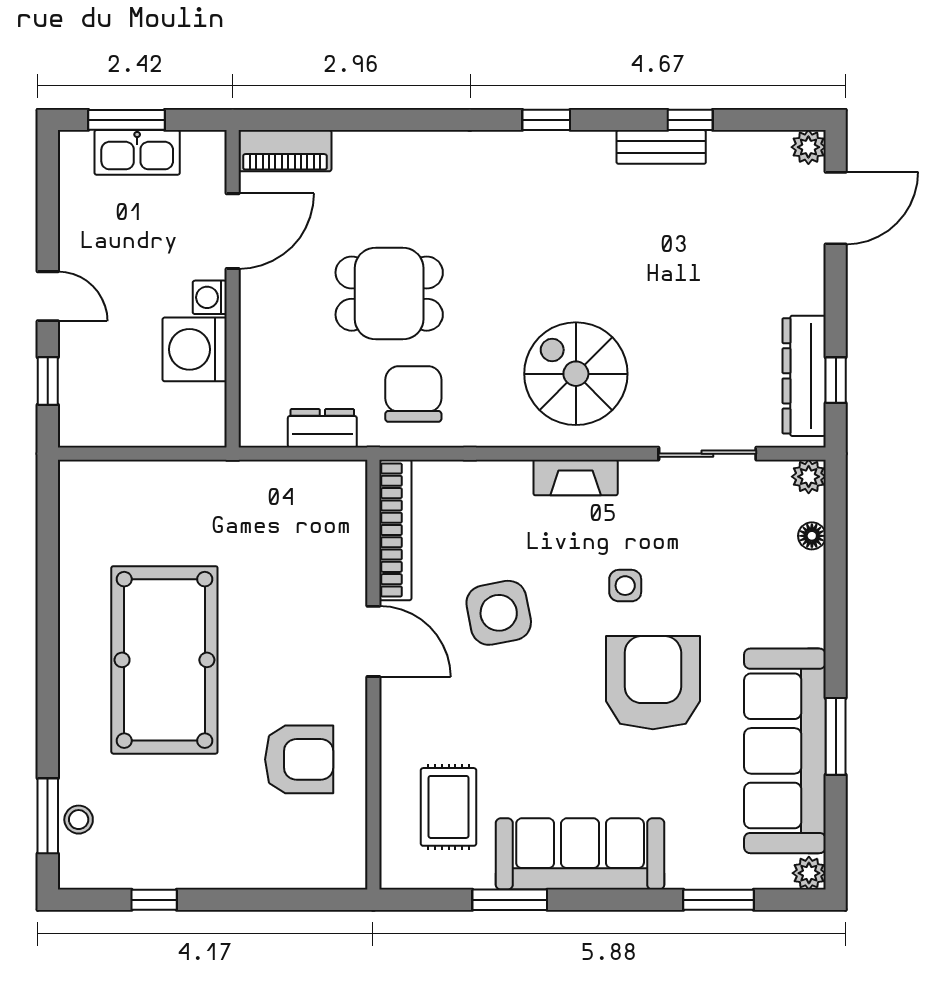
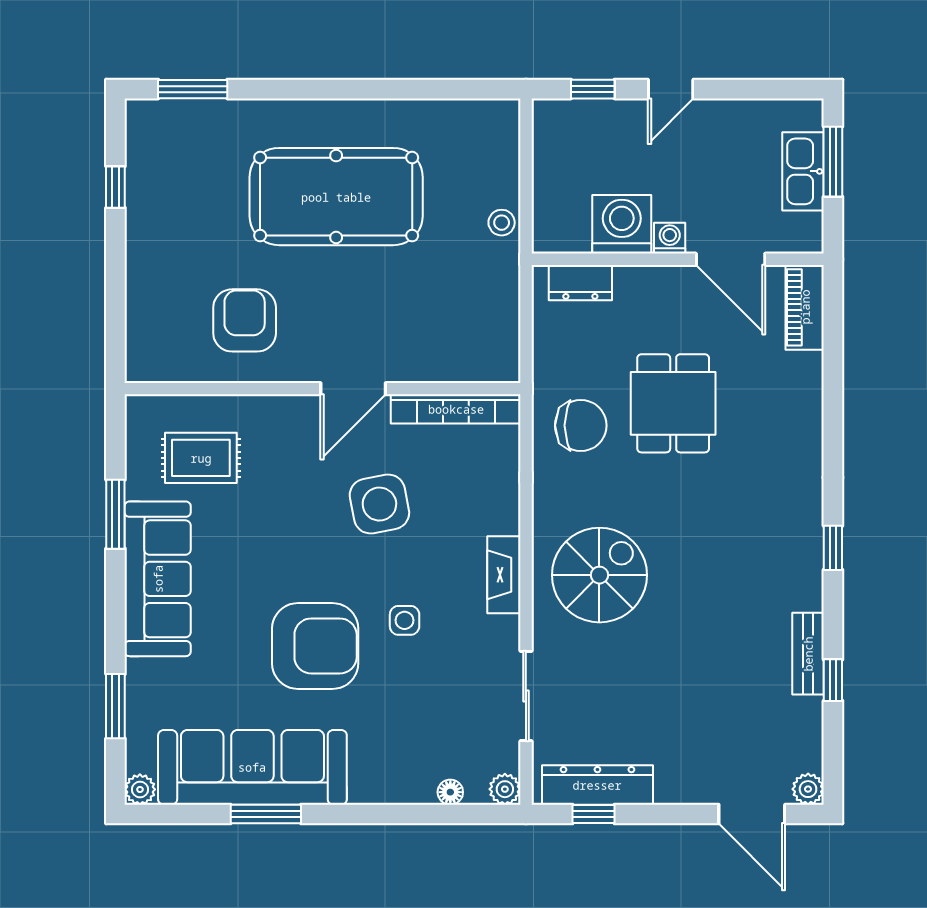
dresser: (322, 428) -> (580, 283), moved, turned 90
armchair: (299, 759) -> (245, 320), turned 180
stool: (79, 820) -> (502, 223), moved

